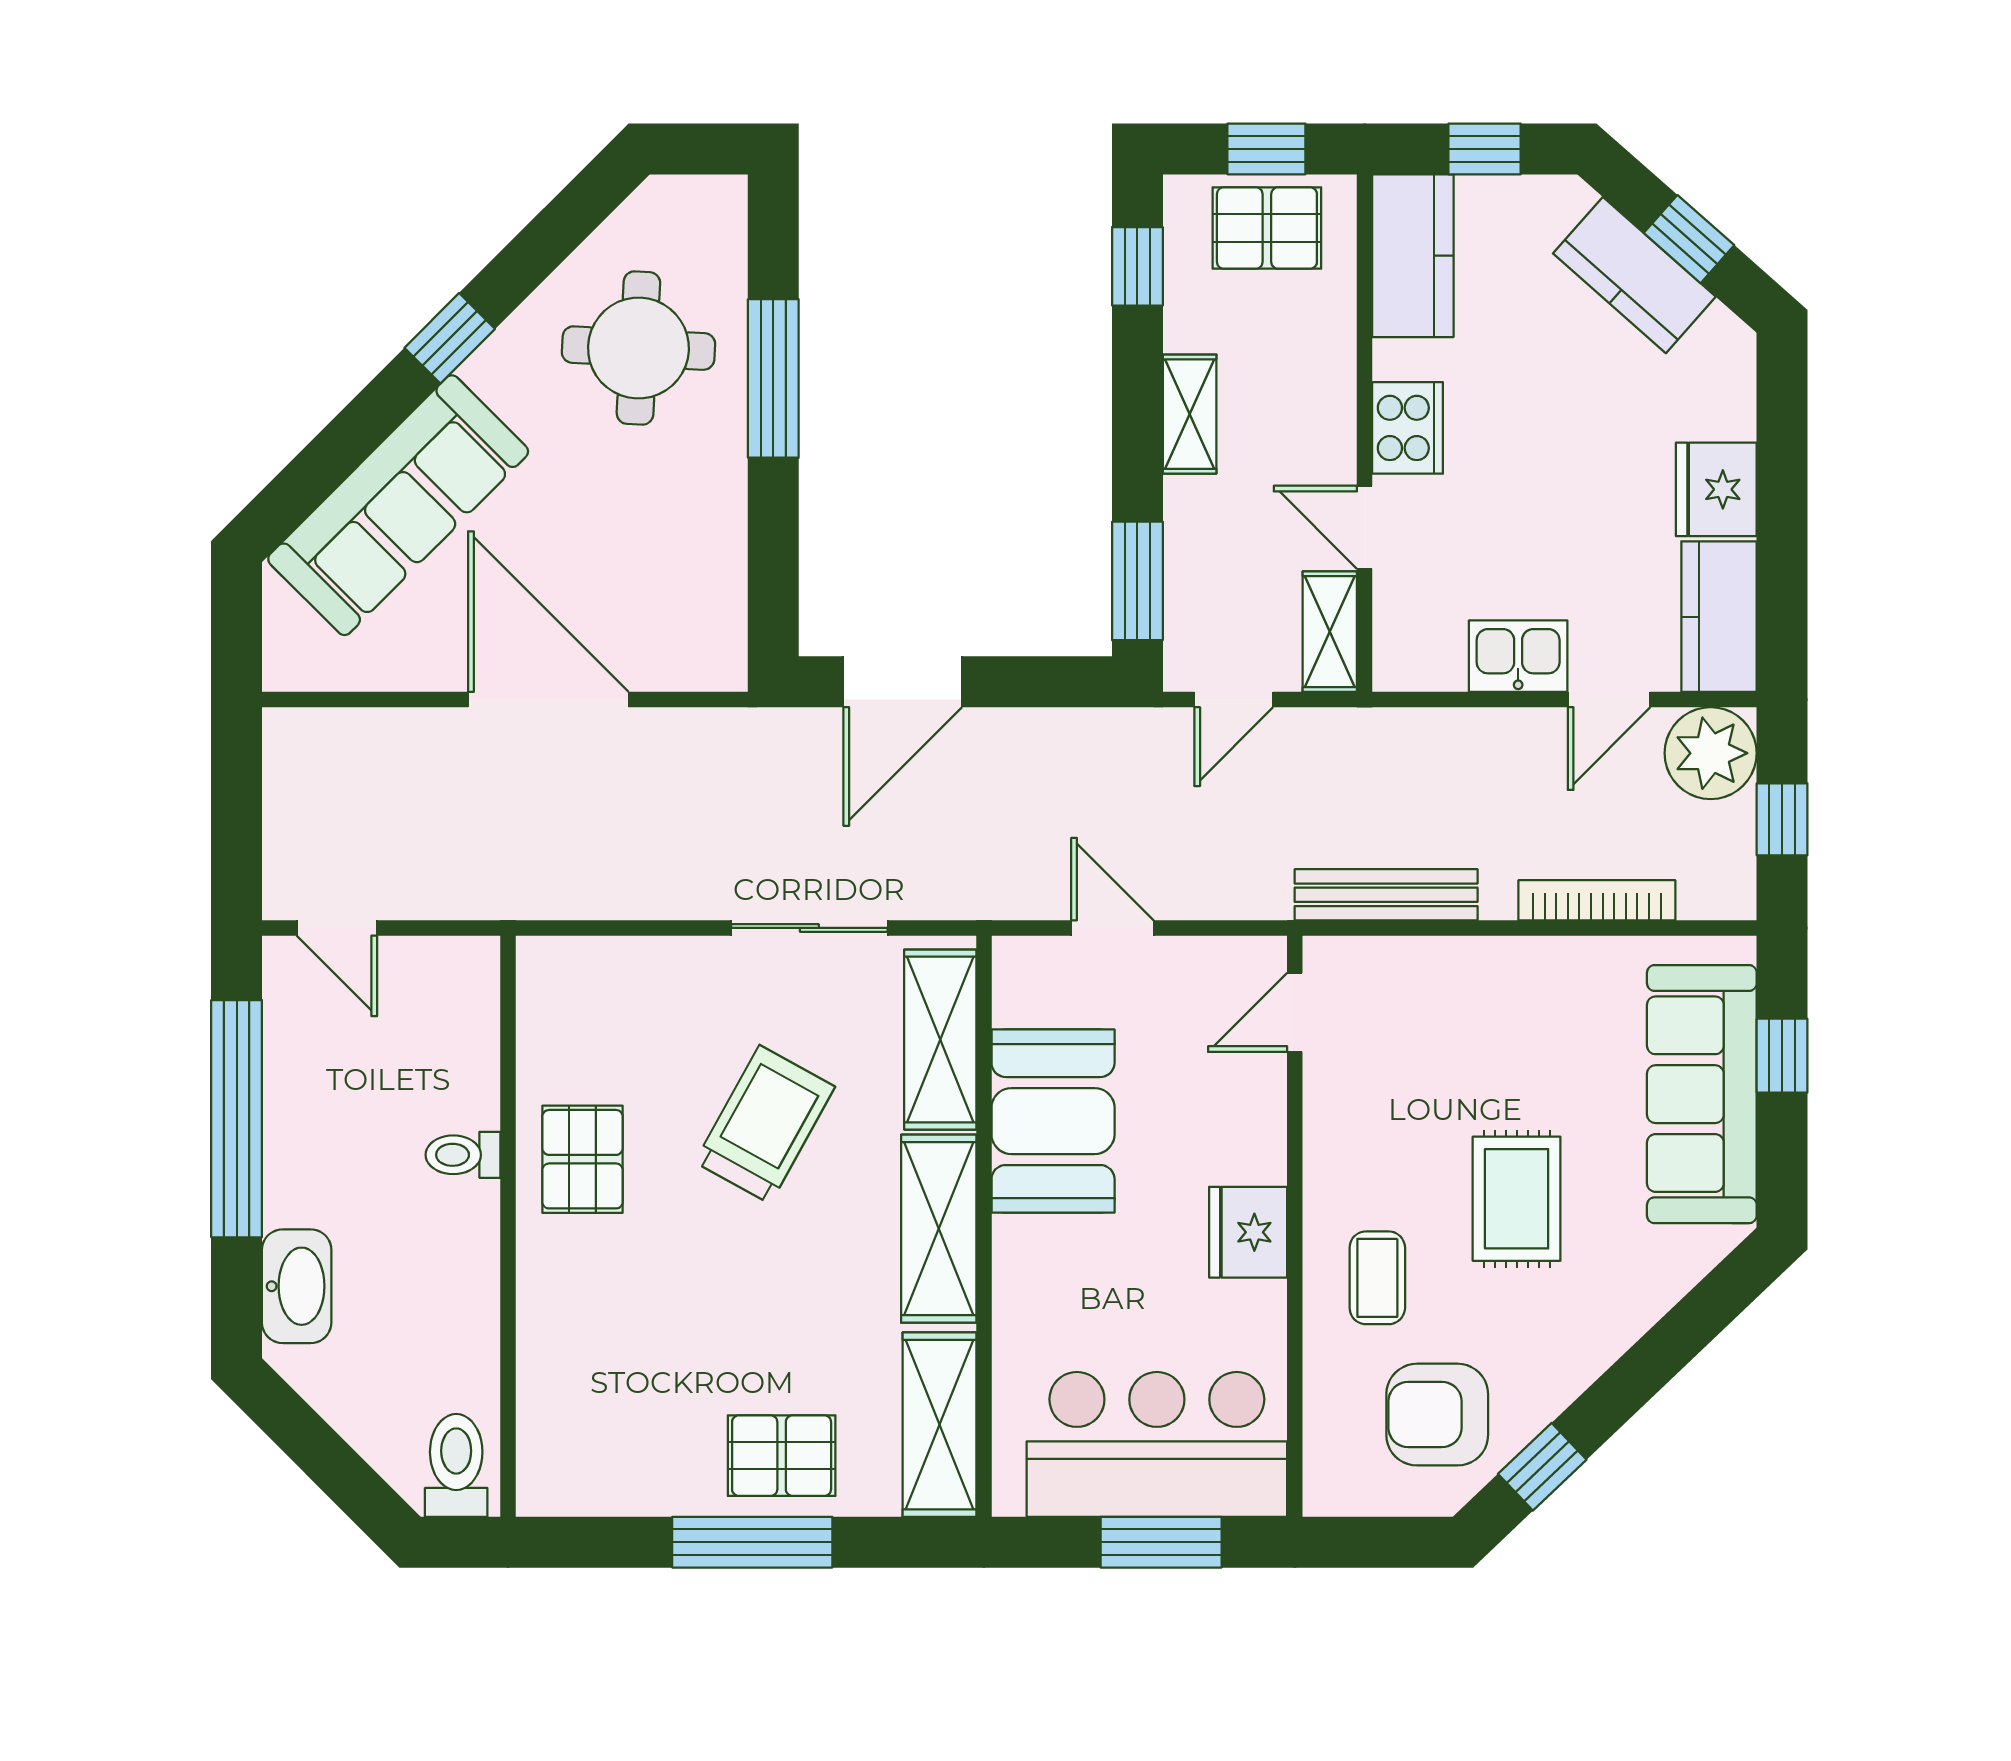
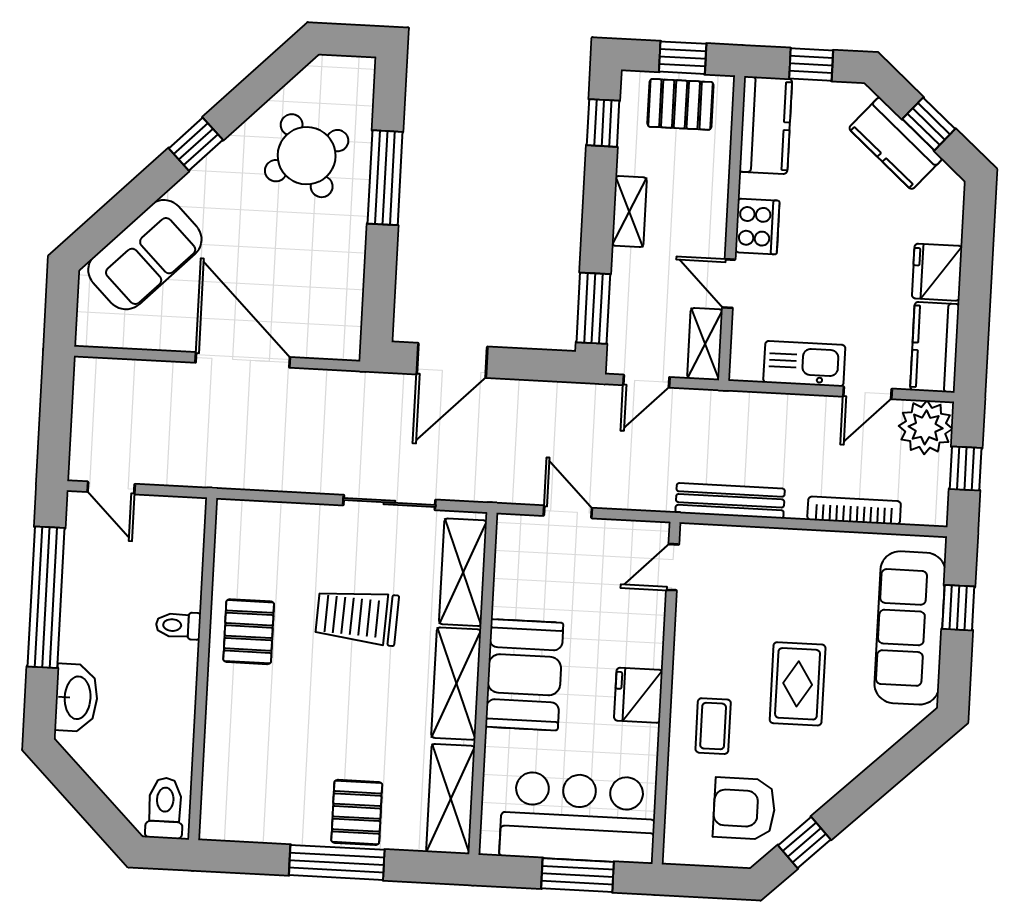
round table: (638, 348) -> (307, 156), turned -32
sofa: (398, 505) -> (145, 255), width x0.73
kitchen sink: (1518, 656) -> (804, 364), width x1.38
booth: (1053, 1121) -> (524, 675), moved
trolley: (765, 1124) -> (357, 617), turned -116
pallet: (782, 1456) -> (357, 812), turned 90

